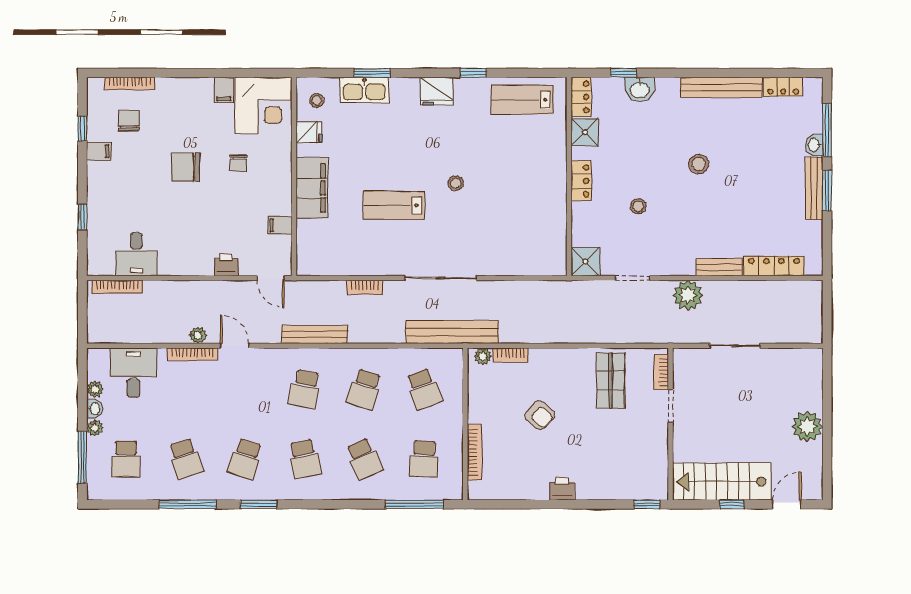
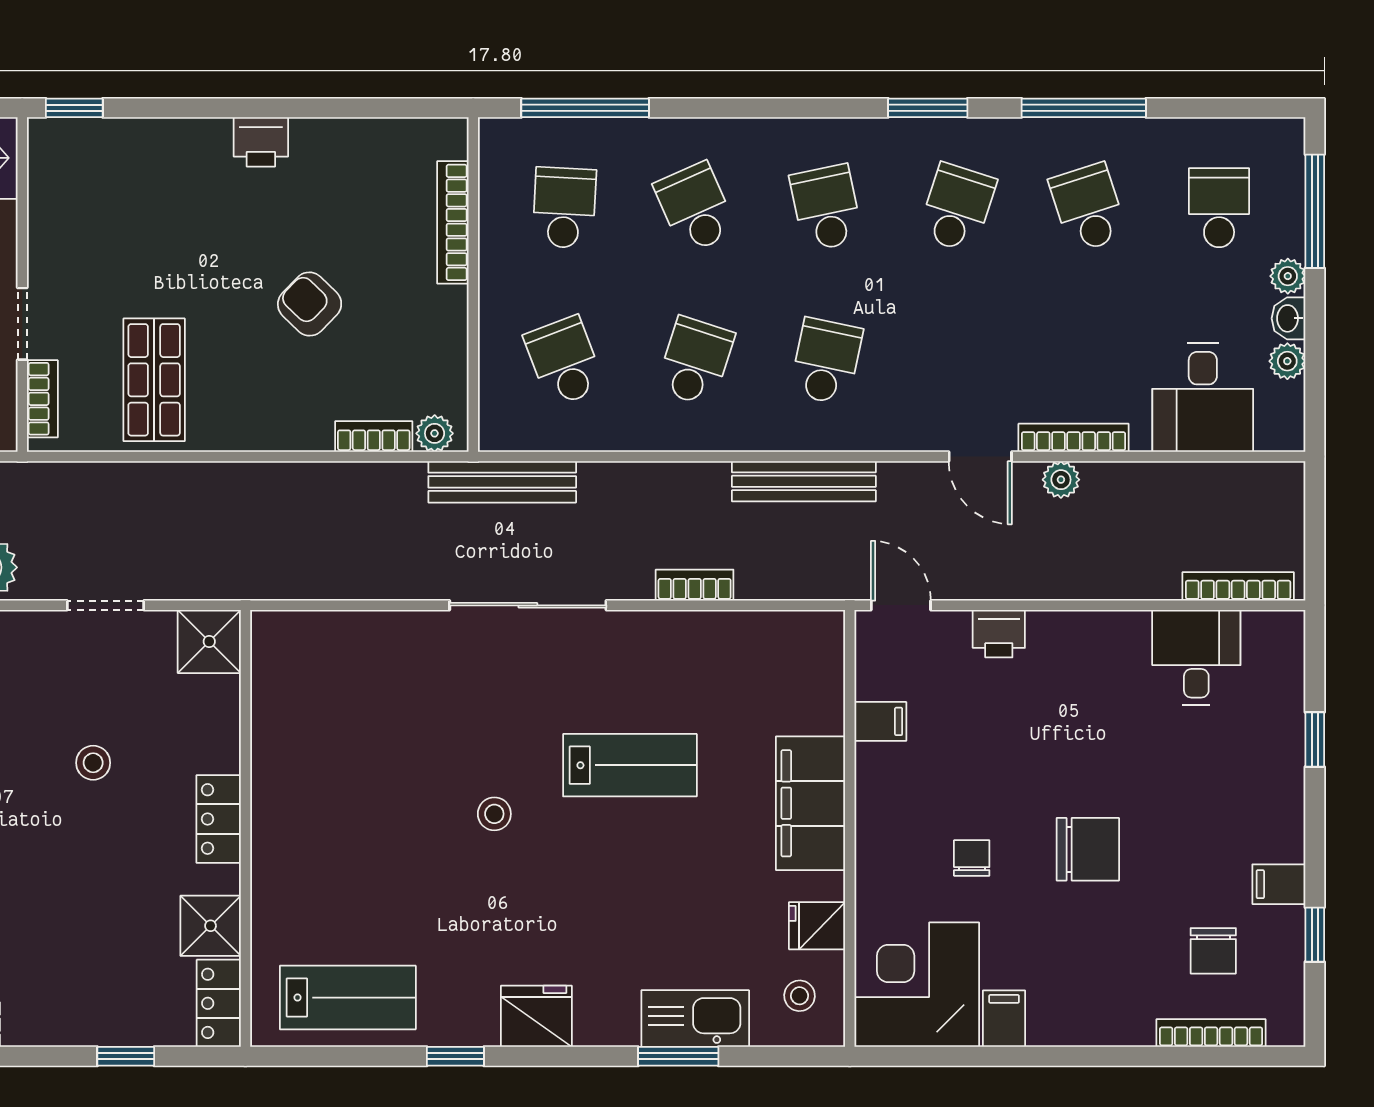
washbasin: (640, 89) -> (90, 1020), removed
bench: (452, 332) -> (502, 482), width x0.73, depth x0.82

